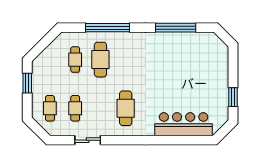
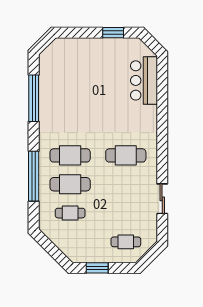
cafe table: (75, 108) -> (70, 155), moved, width x1.37, depth x1.35
bar counter: (184, 124) -> (144, 80), width x0.73

